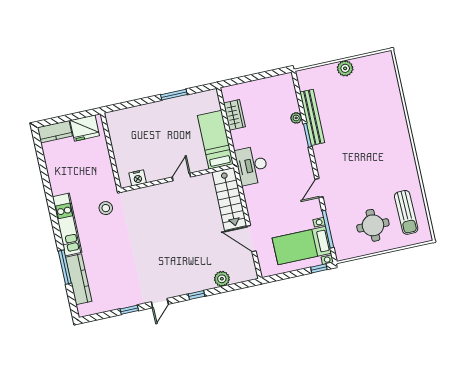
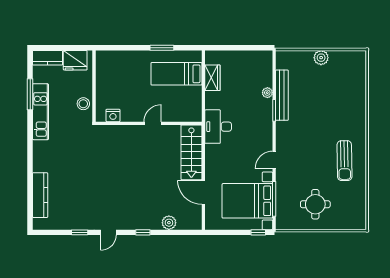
bed: (215, 140) -> (176, 74), moved, turned -90
stool: (106, 208) -> (83, 104), moved
sun lounger: (406, 212) -> (344, 161), moved
kitchen unit: (67, 225) -> (40, 112), moved
bed with nightstands: (302, 246) -> (247, 201), width x1.36
window: (65, 267) -> (30, 94), moved

